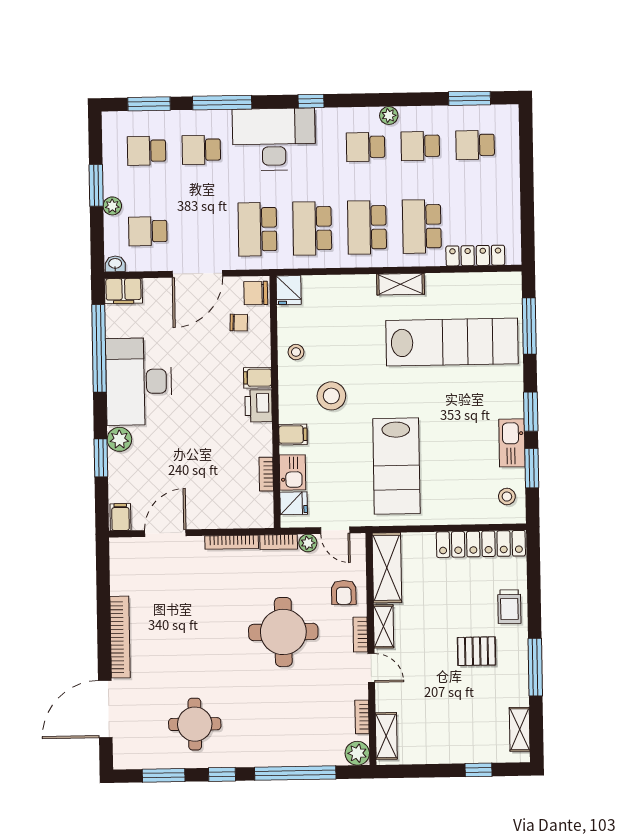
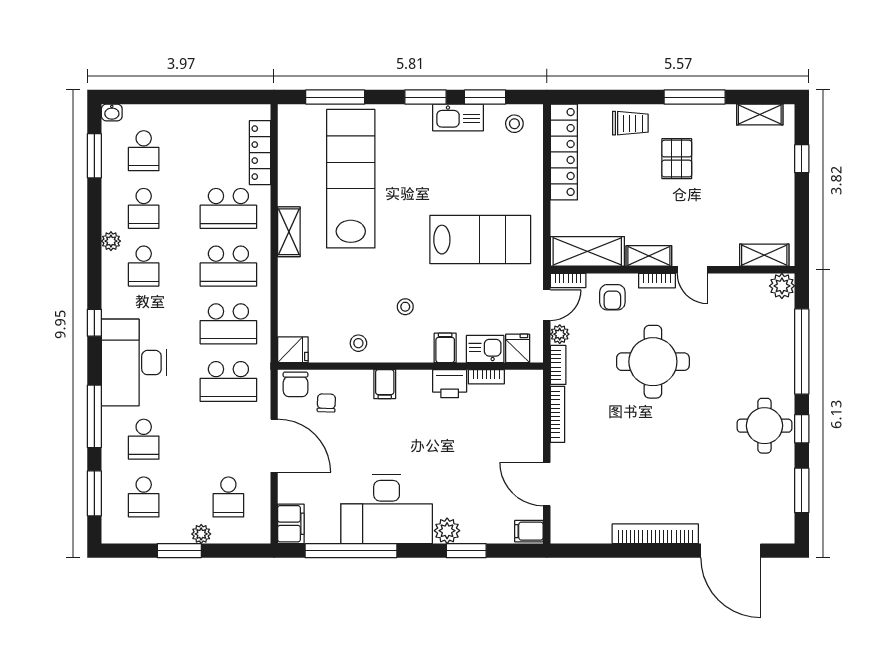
washbasin: (115, 264) -> (112, 112), moved, turned -90
stool: (331, 396) -> (405, 307), width x0.53, depth x0.53
printer: (259, 406) -> (450, 384), moved
armchair: (344, 592) -> (612, 297), turned 90
door: (371, 668) -> (692, 270), swing flipped
bookcase: (362, 717) -> (568, 280), moved
round table: (195, 724) -> (764, 426), moved

